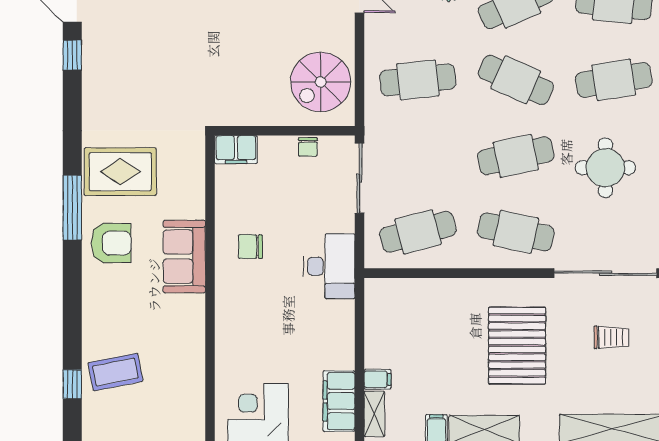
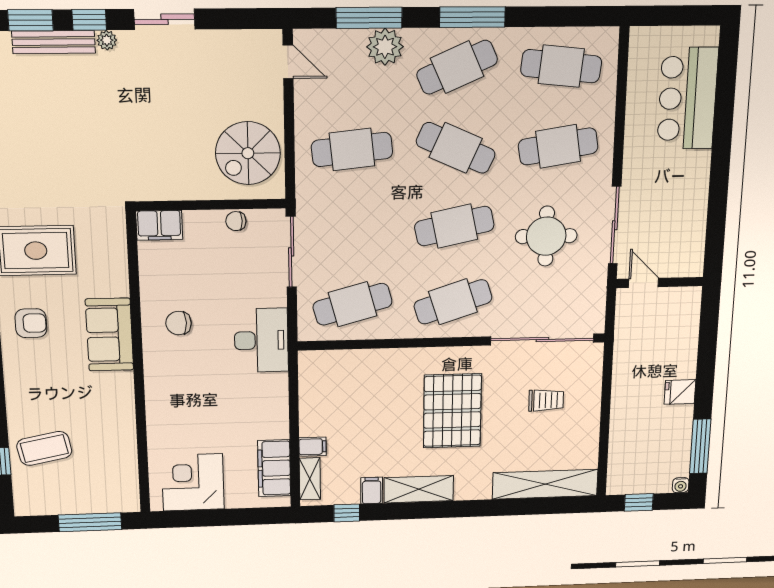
chair: (308, 147) -> (236, 221), turned 90
cafe table: (516, 232) -> (453, 302), turned -30
armchair: (111, 243) -> (31, 323), width x0.72, depth x0.72

